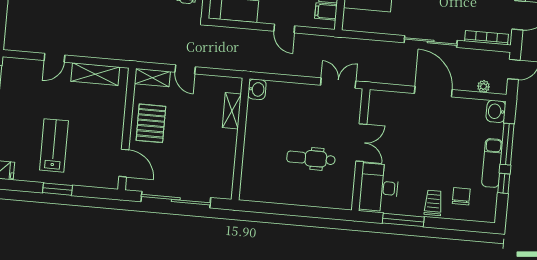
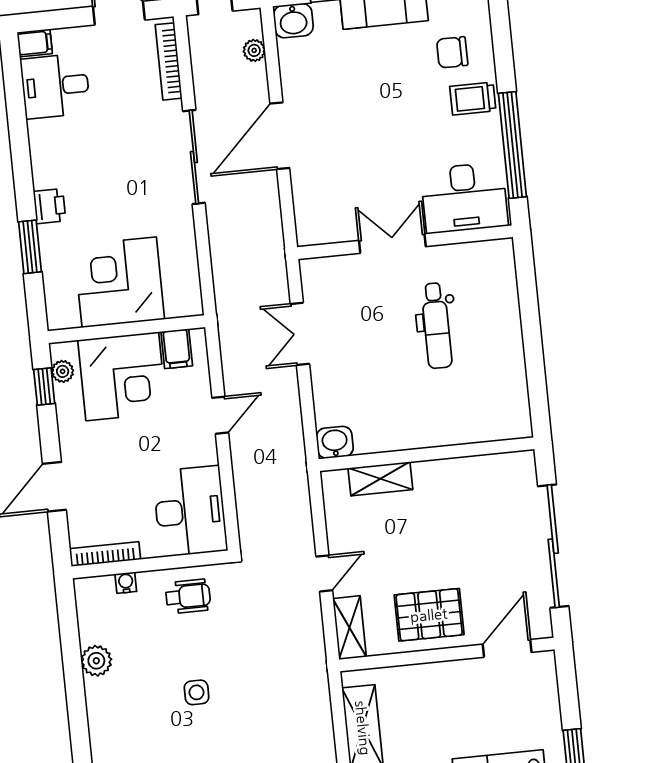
double door: (338, 83) -> (300, 334), moved
window: (403, 220) -> (512, 145), width x1.46

